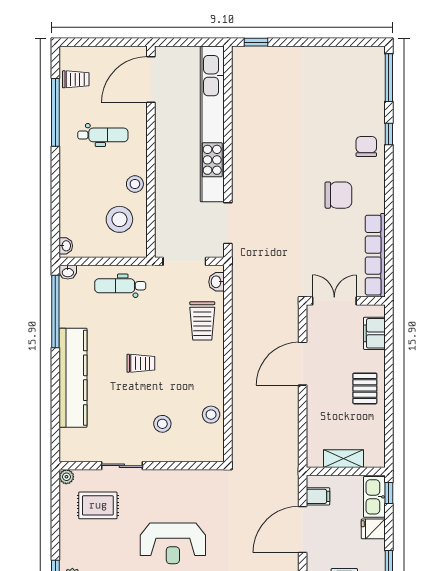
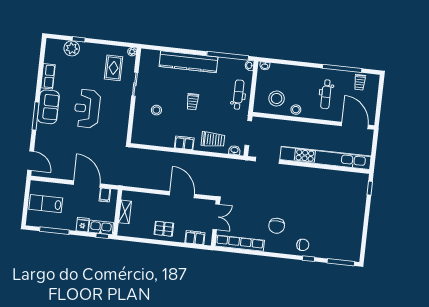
trolley: (202, 321) -> (213, 140), turned 180
filing cabinet: (213, 370) -> (184, 143), added
stool: (211, 415) -> (159, 139), removed

